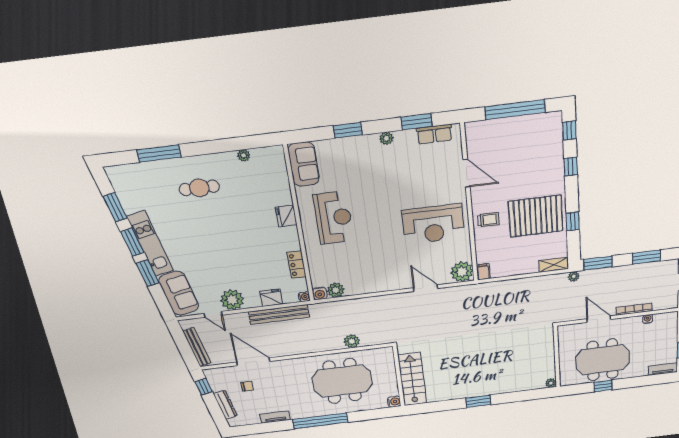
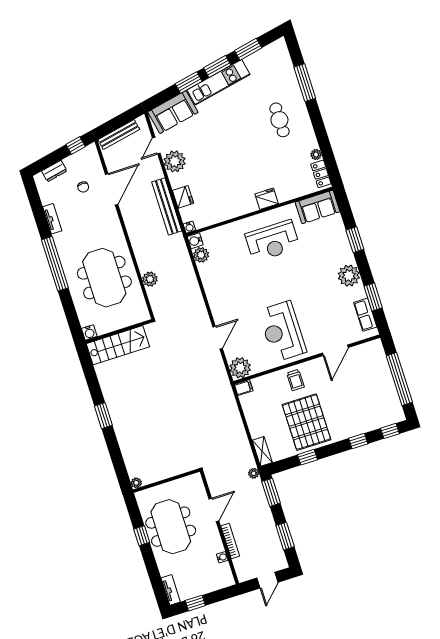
plant: (386, 138) -> (349, 276), width x1.88, depth x1.88
locker: (297, 265) -> (321, 174), moved, turned -90
dresser: (225, 405) -> (54, 171), width x0.70

